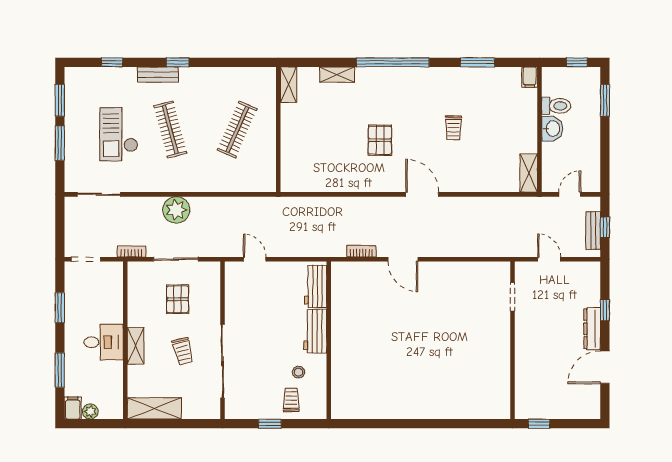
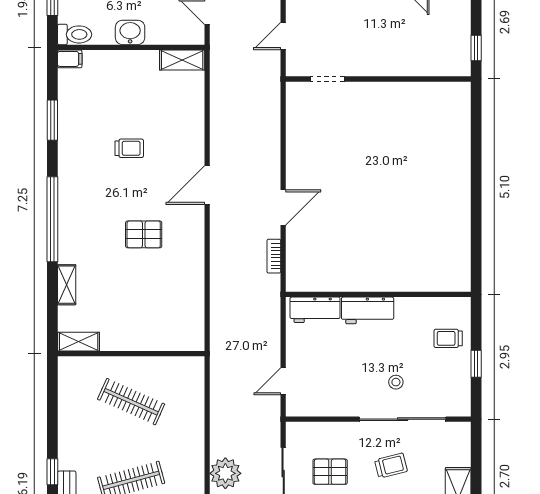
toilet: (556, 106) -> (75, 34), moved, turned 90
stool: (298, 372) -> (396, 382), moved

